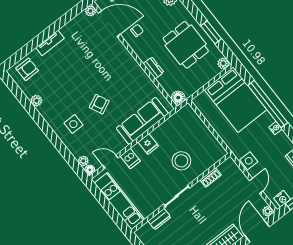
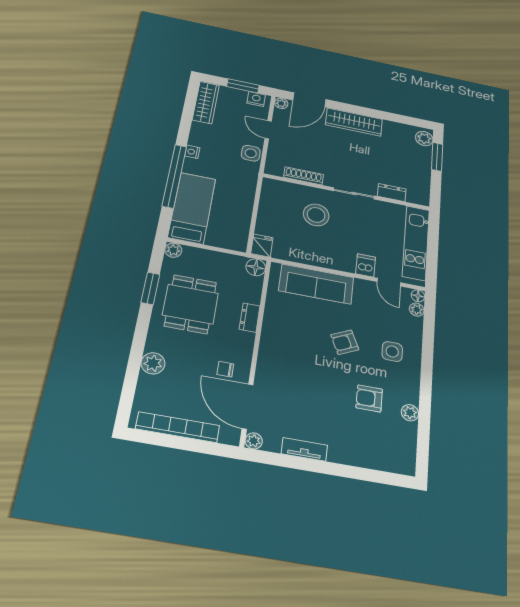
tv unit: (50, 43) -> (304, 449), moved
armchair: (27, 69) -> (369, 398), moved
bed: (236, 100) -> (192, 208), width x0.67
fridge: (148, 144) -> (262, 246), moved
shoe rack: (211, 178) -> (303, 176), width x1.43
door: (256, 186) -> (268, 130), hinge flipped

